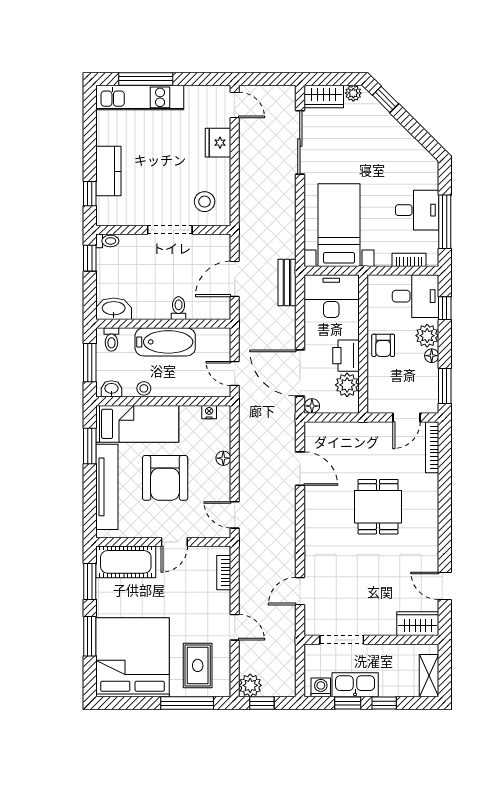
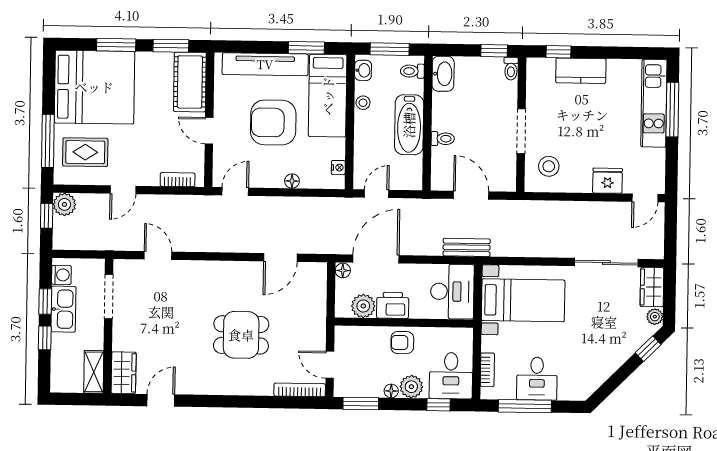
shelving: (429, 676) -> (94, 372), moved, turned 90

